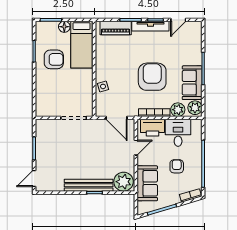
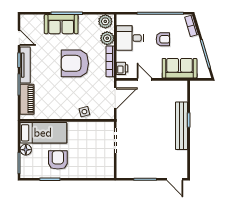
sofa: (192, 83) -> (61, 24), moved
printer: (153, 128) -> (122, 68), width x0.53, depth x0.68
armchair: (177, 166) -> (163, 39), turned 180
plant: (124, 182) -> (178, 92), removed

